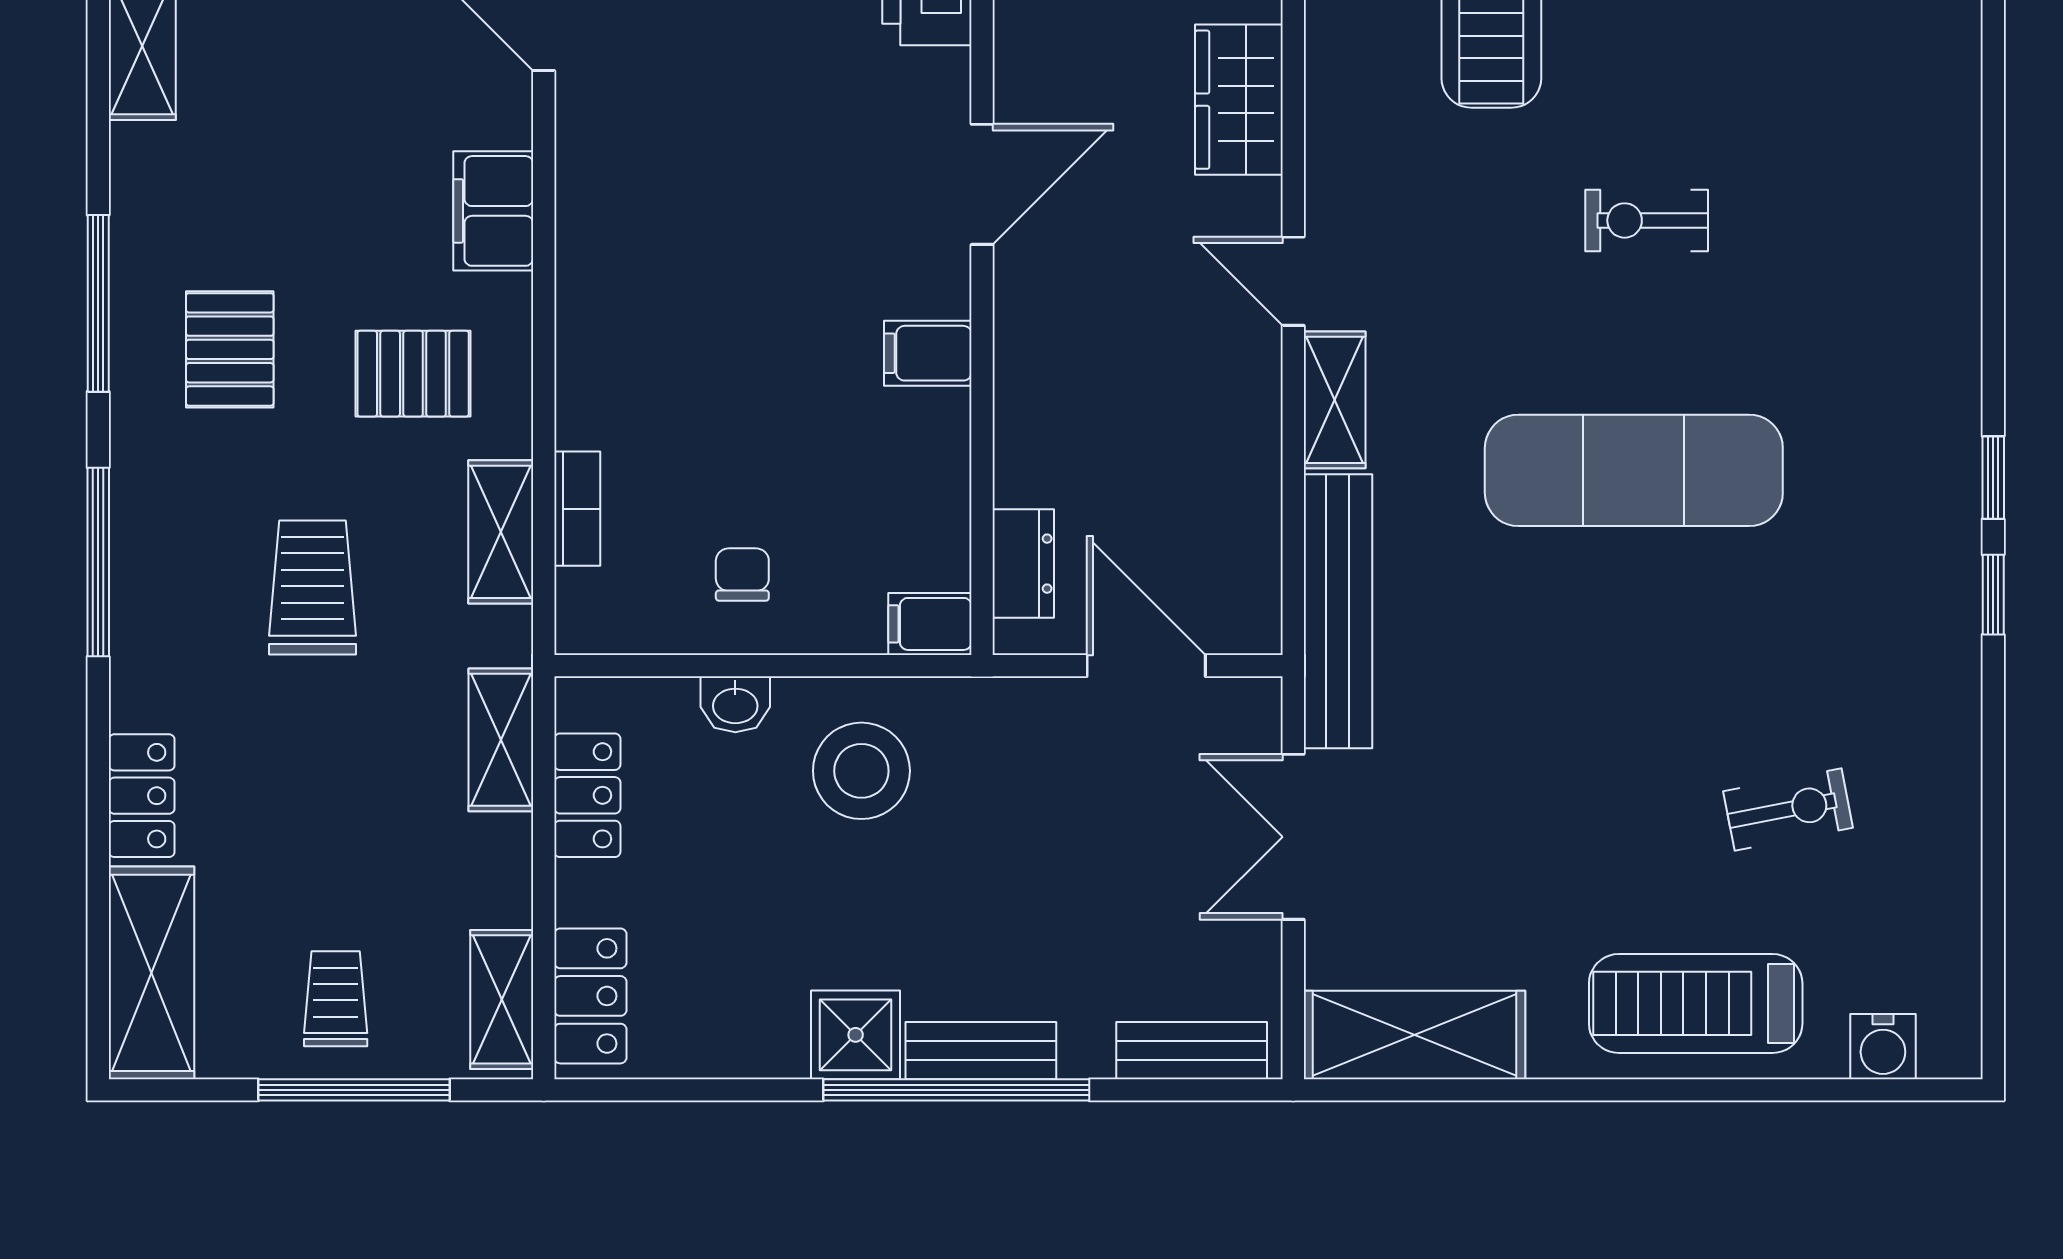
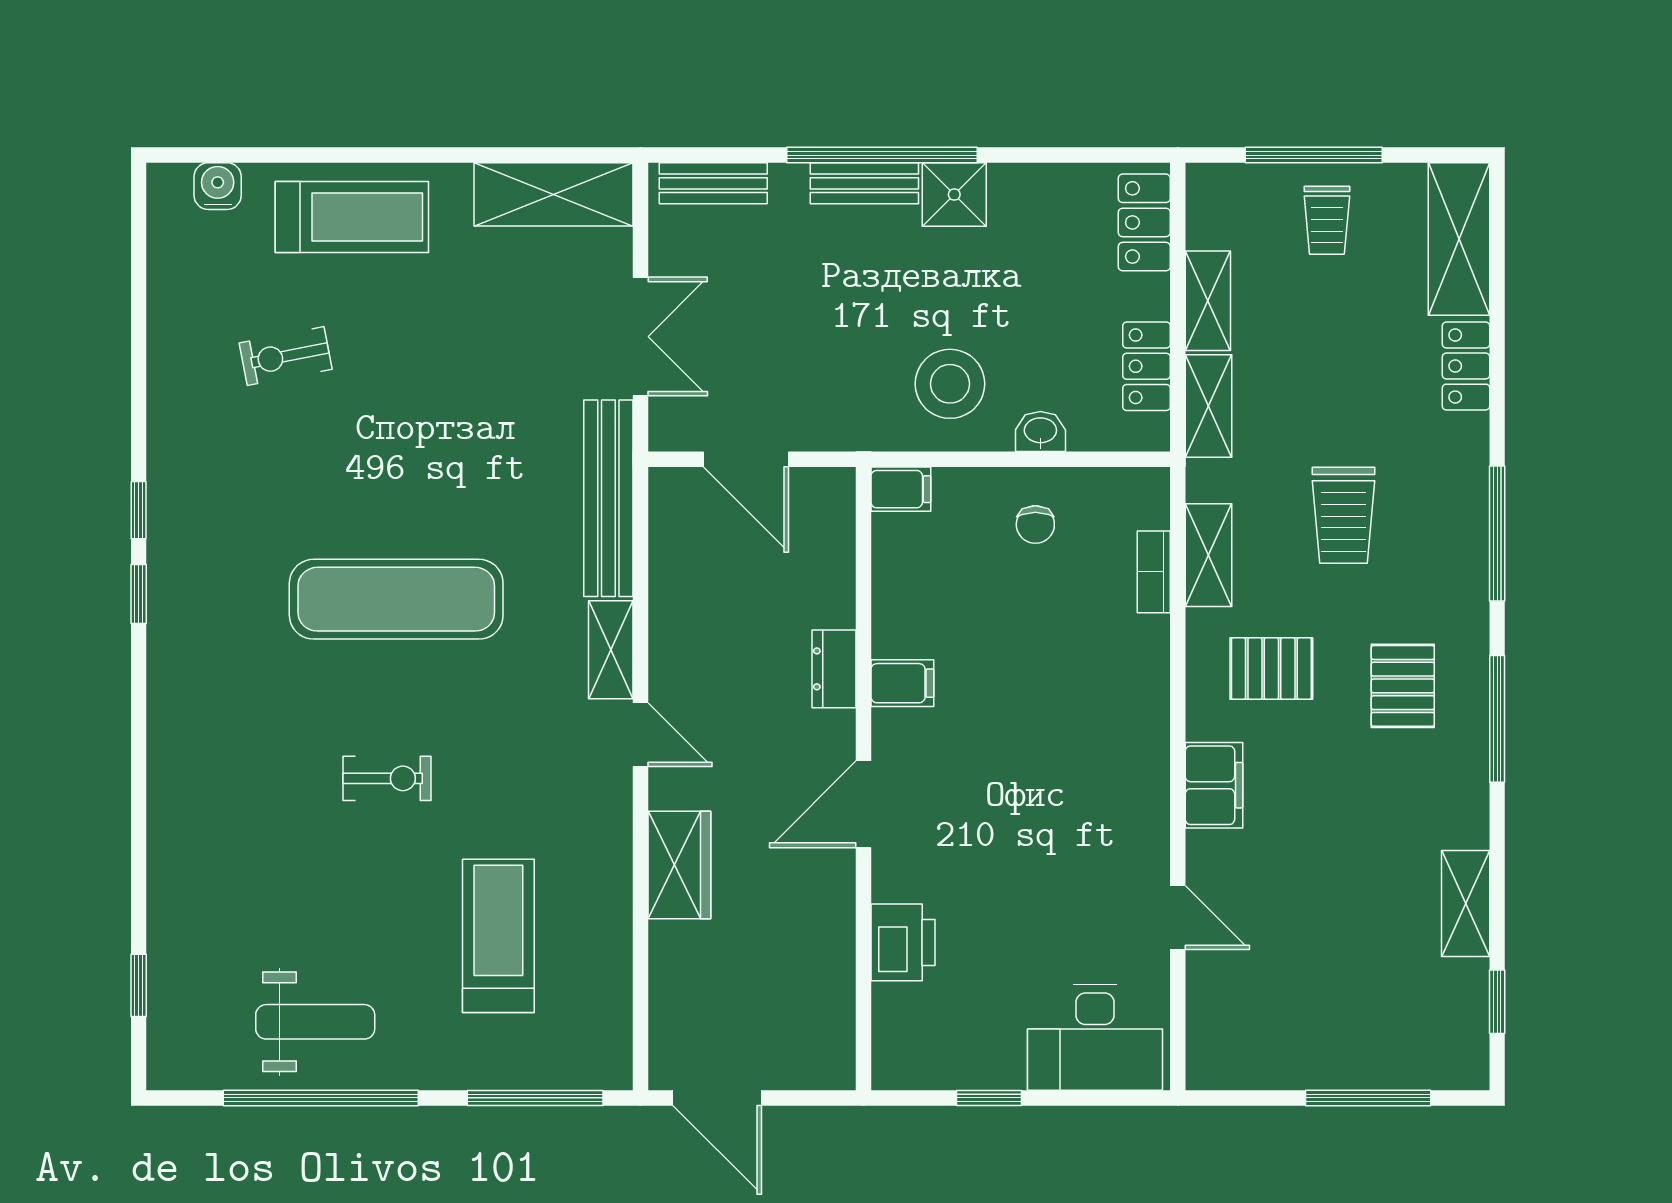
dresser: (1023, 564) -> (834, 669), moved
shelving: (502, 999) -> (1208, 301), moved

